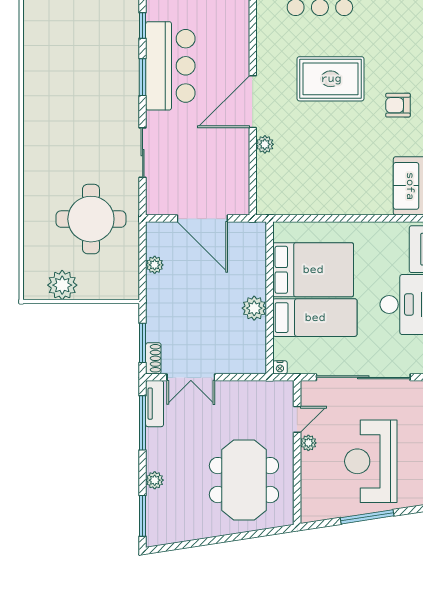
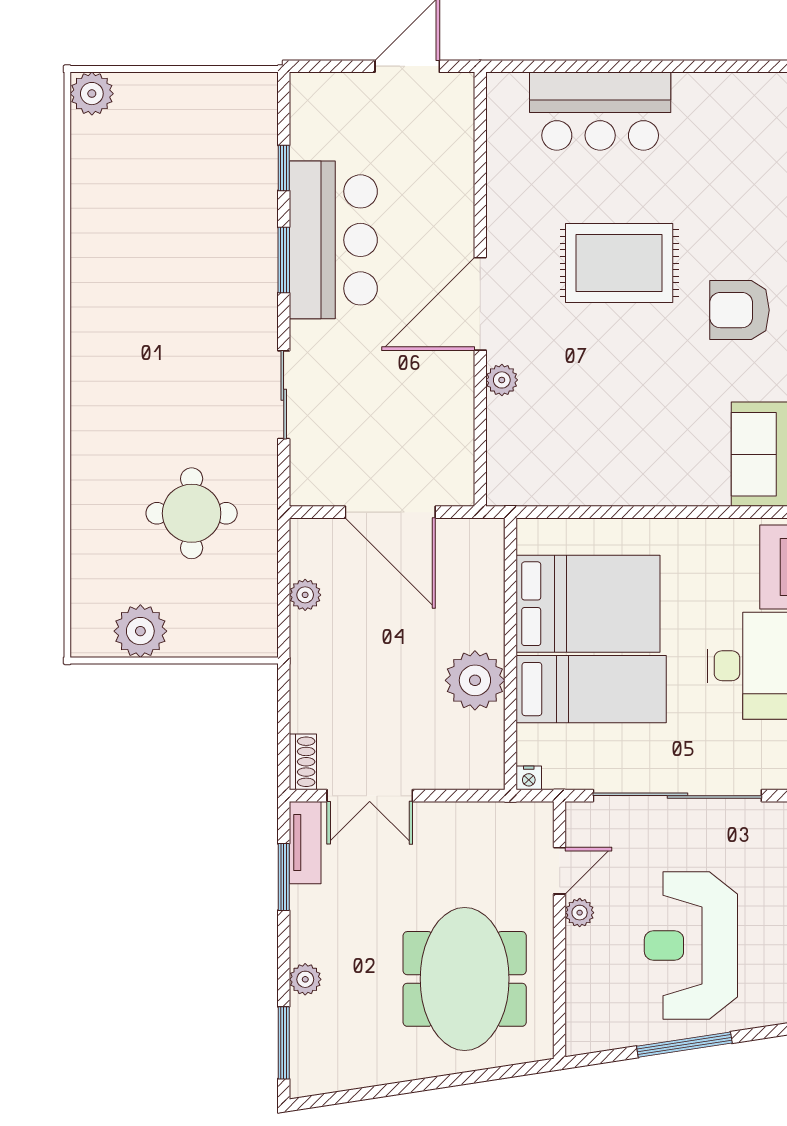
armchair: (398, 105) -> (739, 310), width x1.38, depth x1.38
round table: (91, 219) -> (192, 513), width x0.73, depth x0.73
plant: (254, 308) -> (475, 680), width x1.36, depth x1.36
window: (143, 343) -> (284, 734), removed
window: (143, 423) -> (284, 877), width x0.69

